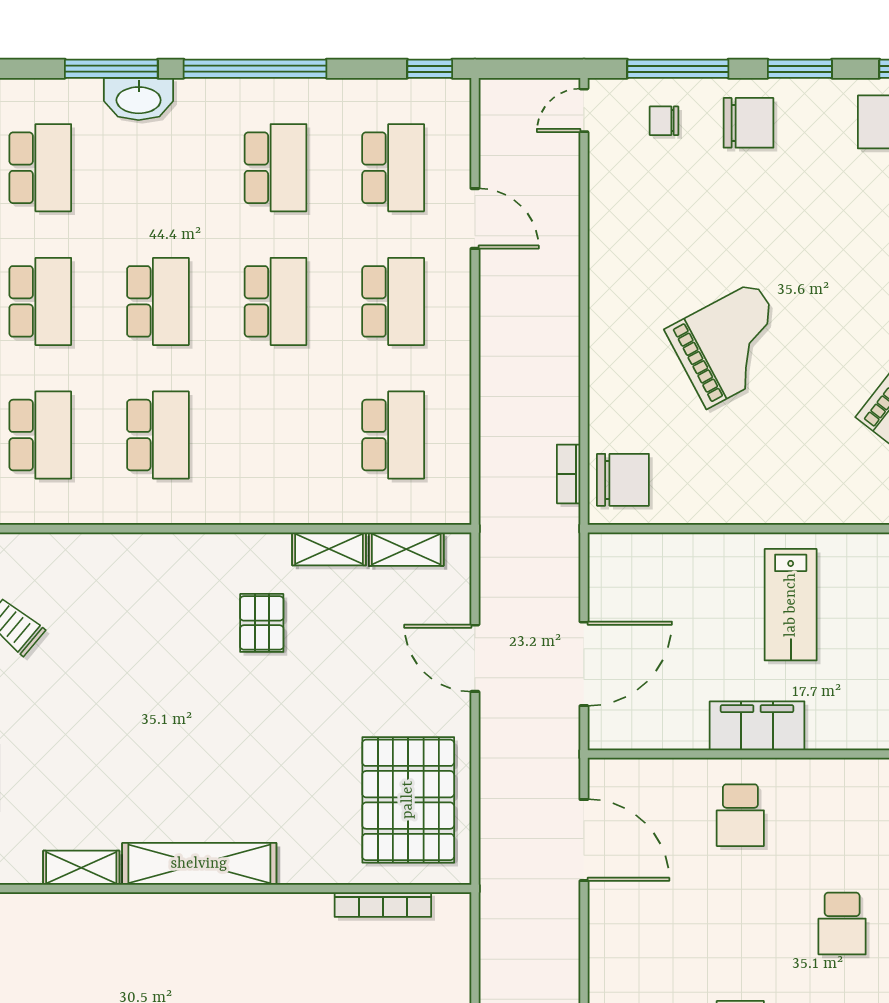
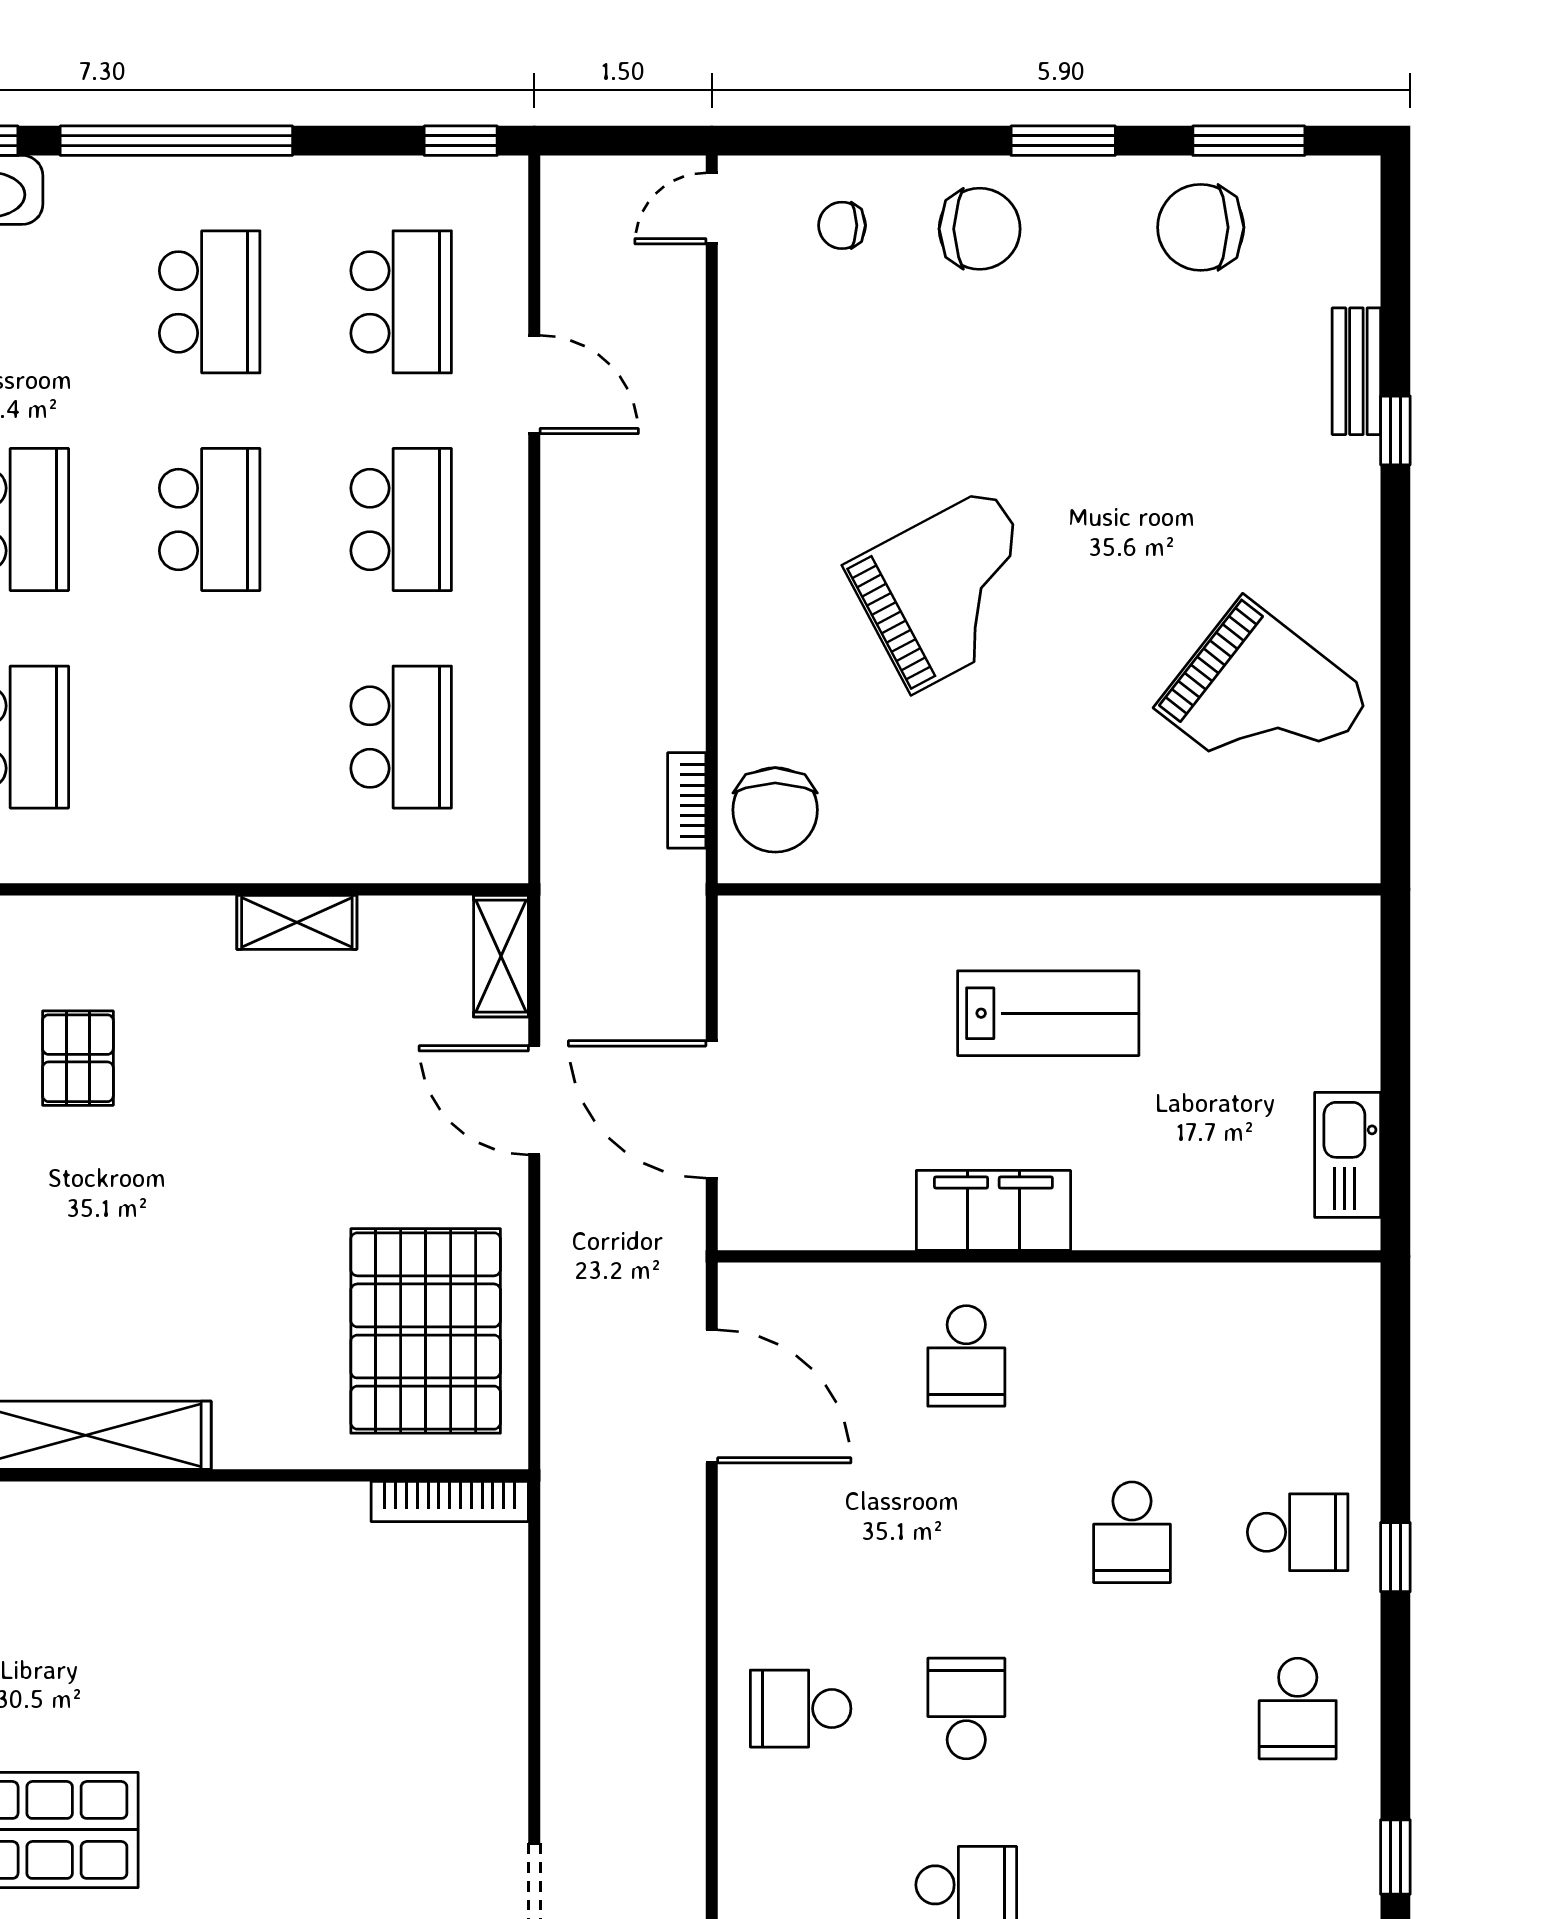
window: (678, 69) -> (865, 141), removed
chair: (623, 480) -> (775, 810), turned 90
shelving: (406, 549) -> (501, 956), moved, turned 90
lab bench: (791, 605) -> (1048, 1013), turned -90
pallet: (262, 623) -> (78, 1058), moved
door: (584, 664) -> (712, 1109), swing flipped
bookcase: (383, 905) -> (450, 1501), moved

